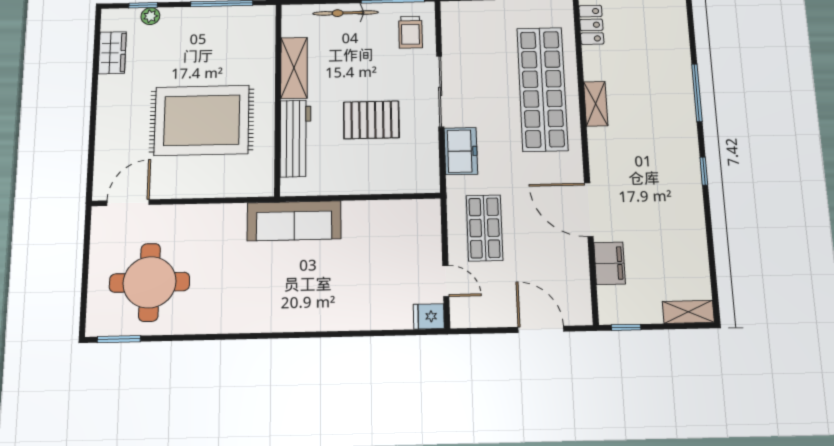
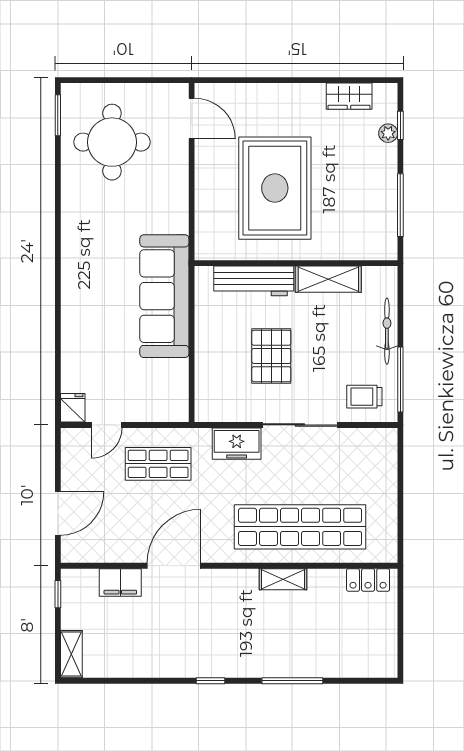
sofa: (294, 221) -> (164, 296), width x1.36, depth x1.27

